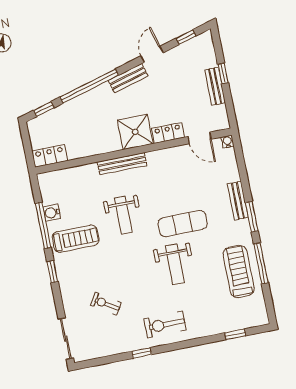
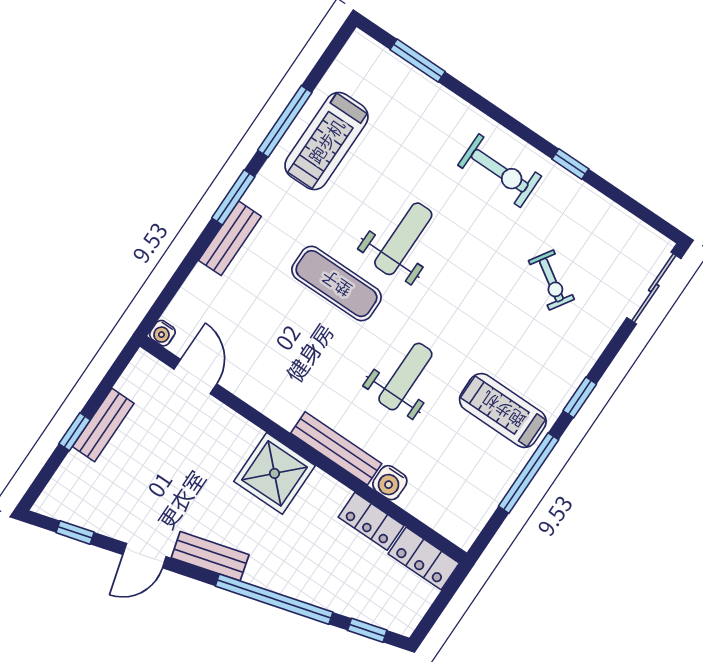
locker: (168, 133) -> (371, 521), moved
water cooler: (52, 213) -> (390, 483), moved, turned 90
window: (235, 334) -> (418, 61), width x1.50

